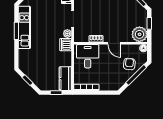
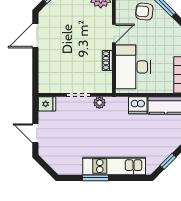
kitchen unit: (24, 27) -> (114, 166), moved
dishwasher: (66, 45) -> (138, 105), moved
desk: (88, 56) -> (133, 67), width x1.37

